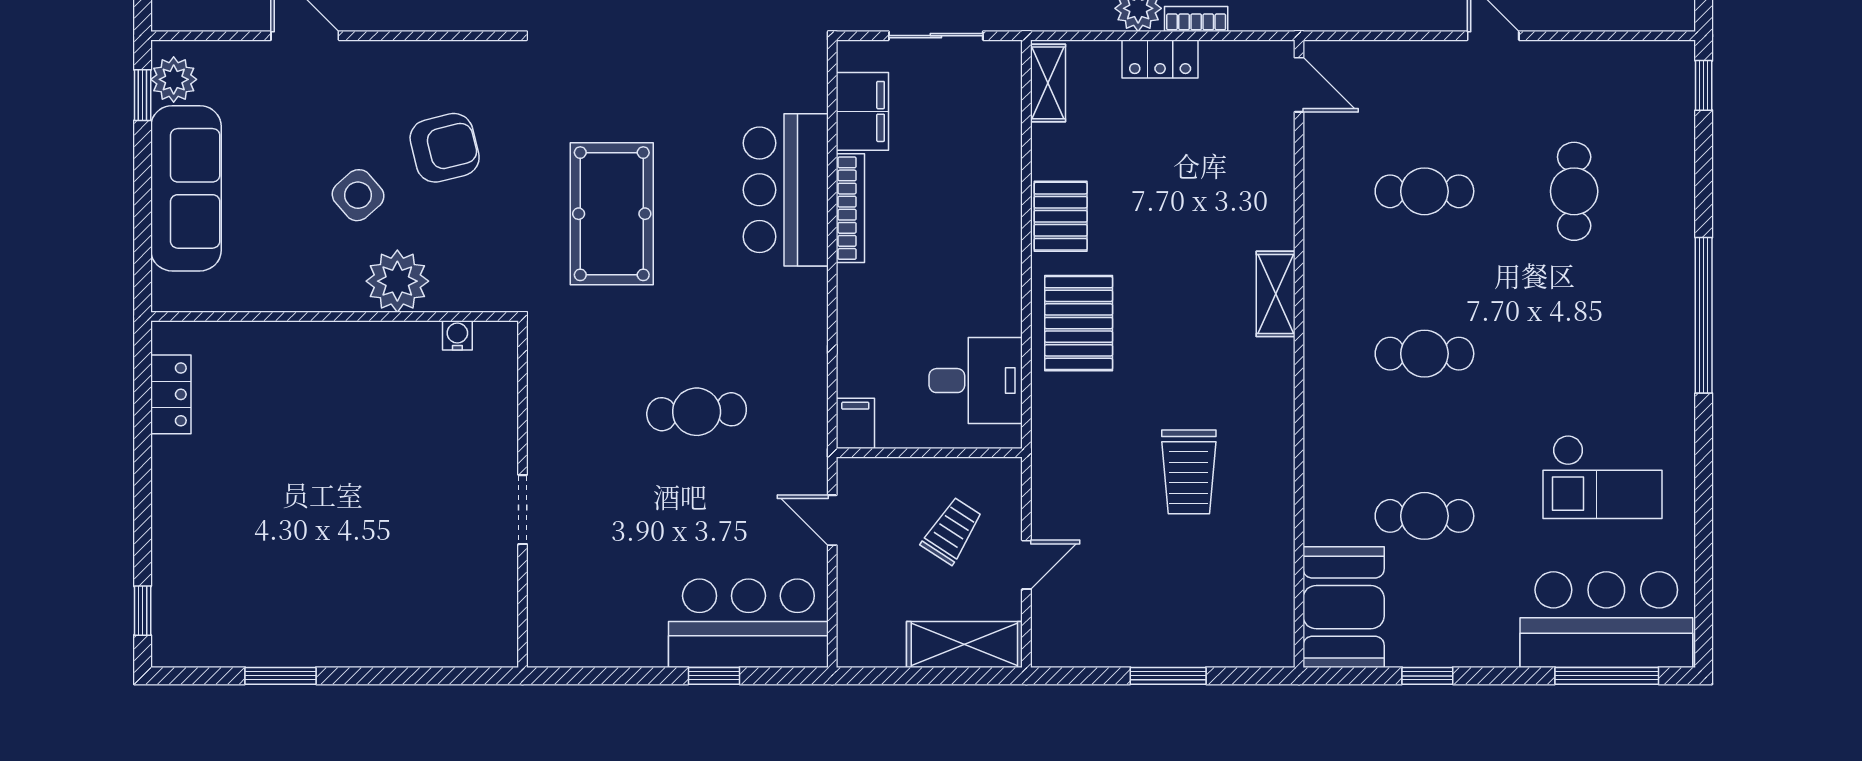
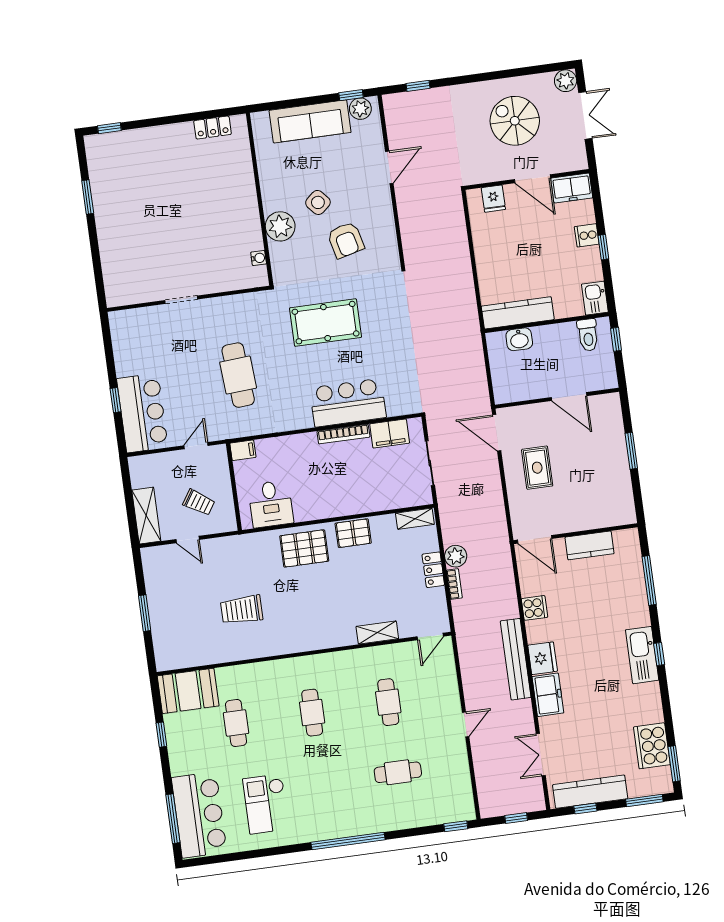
shelving: (1276, 294) -> (377, 633), moved
cafe table: (697, 412) -> (238, 375), width x1.37, depth x1.35

